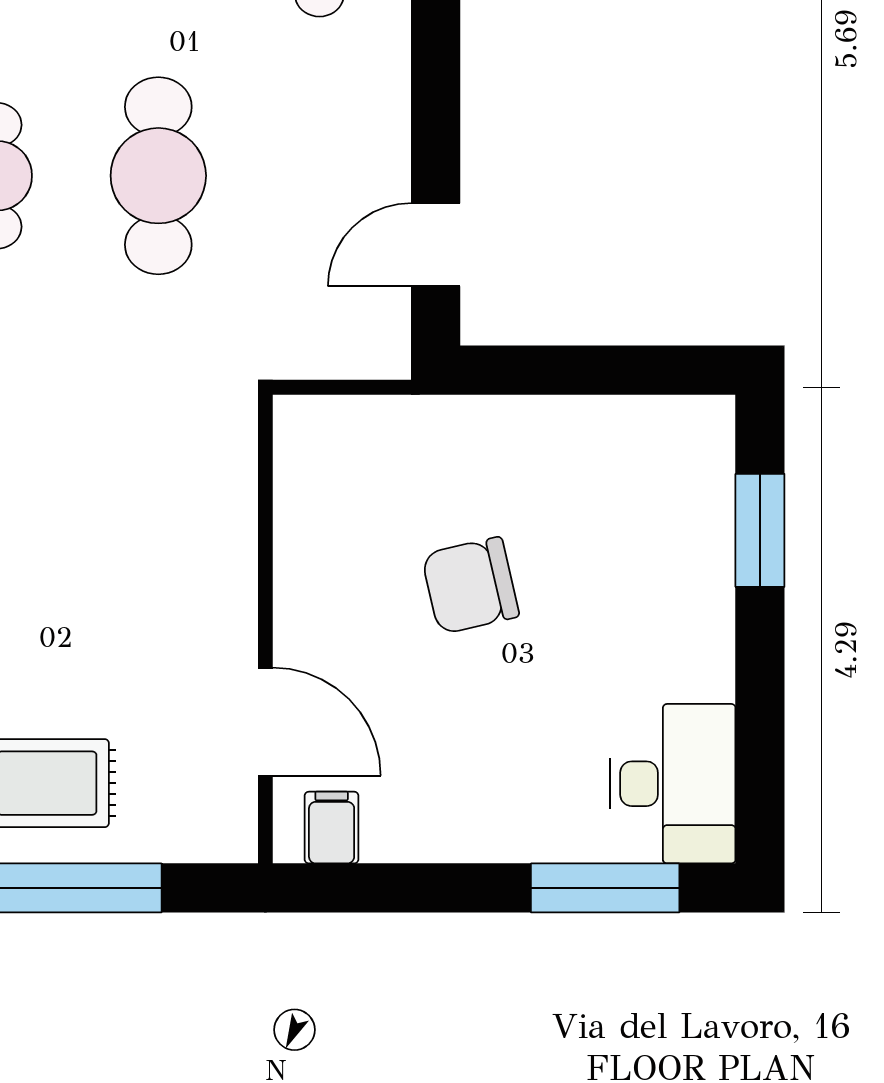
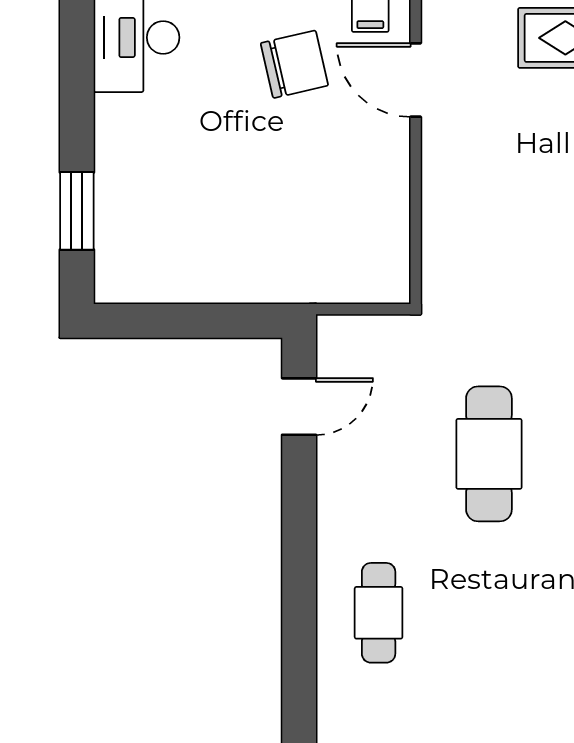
chair: (470, 586) -> (294, 64), moved

